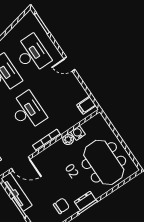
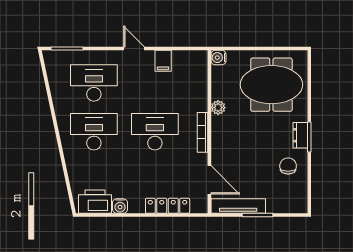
door: (69, 64) -> (134, 48), swing flipped
filing cabinet: (86, 105) -> (163, 61), moved
water cooler: (78, 133) -> (218, 58), moved
door: (21, 164) -> (209, 180), hinge flipped

